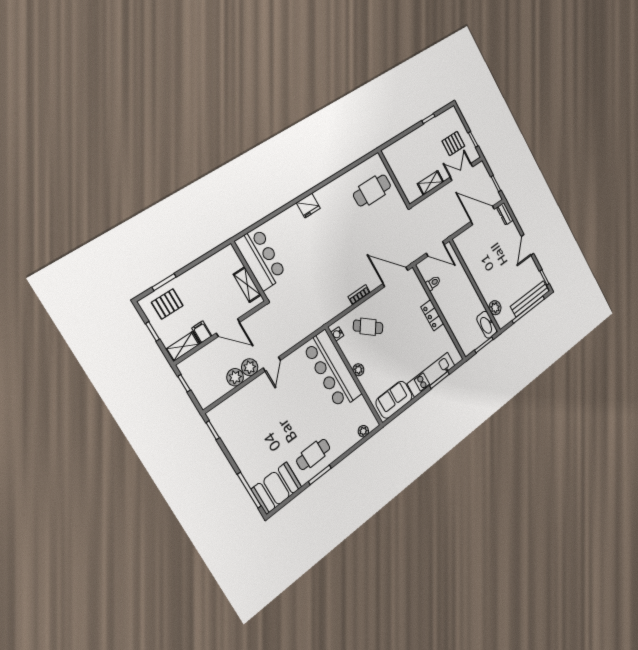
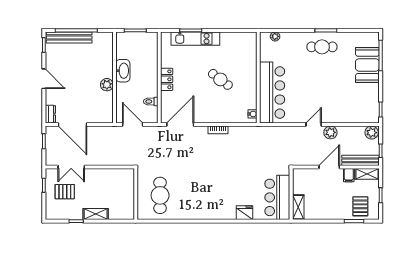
shelving: (431, 183) -> (96, 214), moved
cafe table: (372, 190) -> (160, 195), turned 90
fridge: (308, 206) -> (244, 213), moved
door: (528, 245) -> (44, 79), hinge flipped
door: (395, 277) -> (180, 125), swing flipped
shelving: (247, 285) -> (298, 207), moved
pallet: (167, 304) -> (360, 206), turned 90
plant: (495, 308) -> (107, 85), moved
washbasin: (487, 325) -> (123, 71), moved
cafe table: (368, 327) -> (220, 79), moved
door: (228, 328) -> (329, 167), hinge flipped
bench: (199, 357) -> (361, 160), added
plant: (358, 370) -> (252, 80), removed
plant: (235, 377) -> (372, 133), moved
sofa: (394, 400) -> (237, 41), removed
booth: (276, 488) -> (367, 65), moved, turned 90

